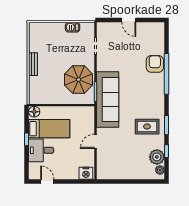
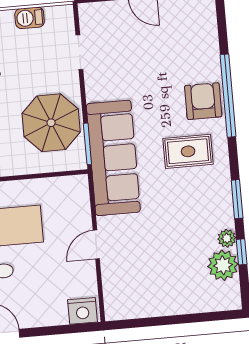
armchair: (155, 64) -> (203, 101), moved
rug: (147, 127) -> (188, 151), moved
plant: (160, 170) -> (227, 238), moved

